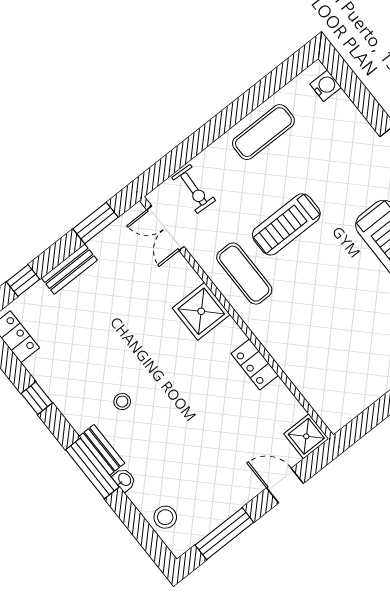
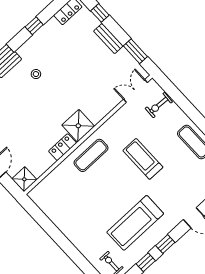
exercise mat: (244, 274) -> (91, 155), moved
shower: (201, 311) -> (78, 126), moved

